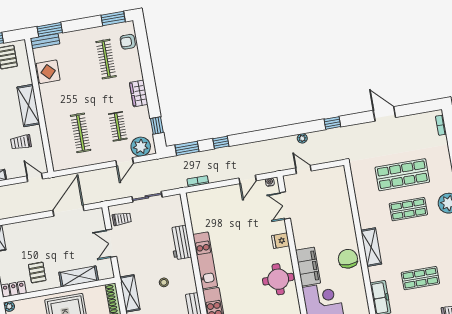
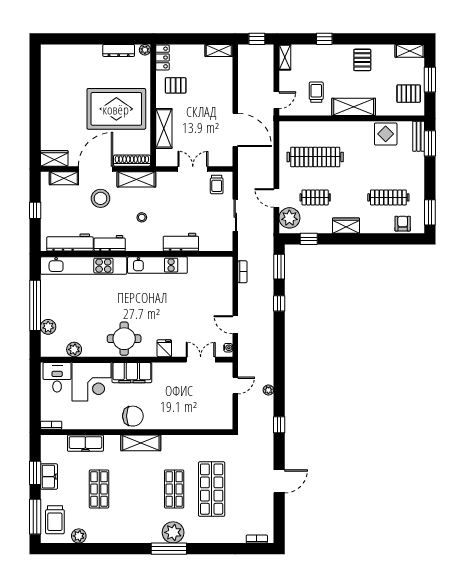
clothes rail: (81, 133) -> (315, 157), width x1.37, depth x1.31

